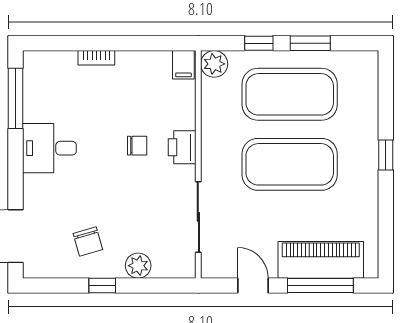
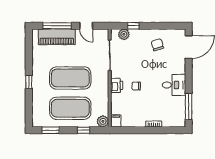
window: (310, 43) -> (51, 130), moved
plant: (138, 266) -> (124, 34), moved
window: (102, 285) -> (133, 26), moved

